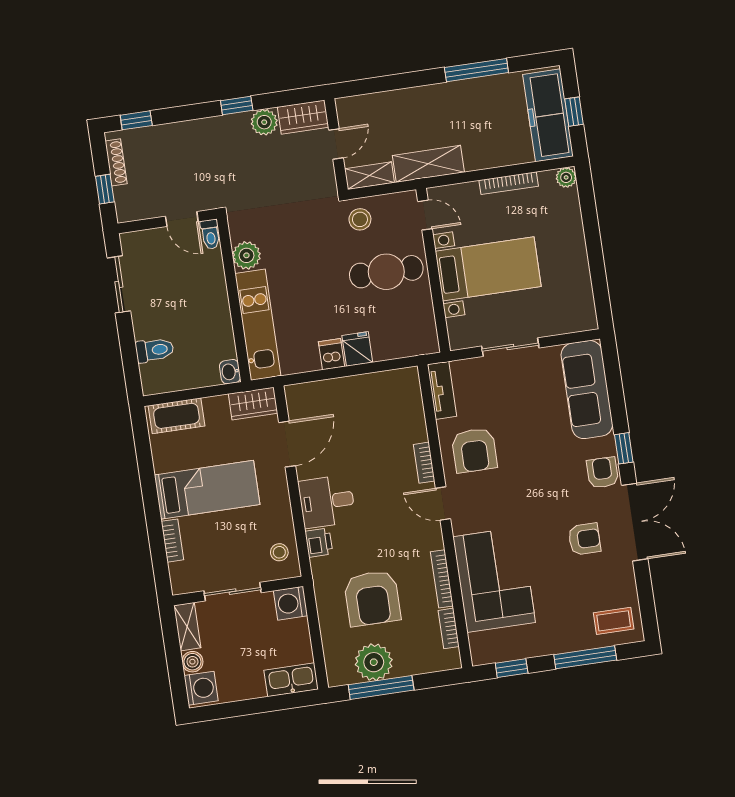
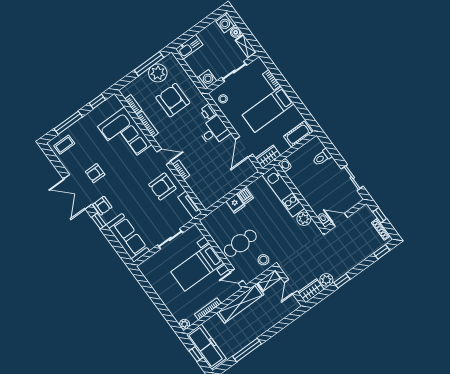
shelving: (428, 164) -> (240, 304), width x1.47
armchair: (474, 450) -> (162, 186), turned -90

